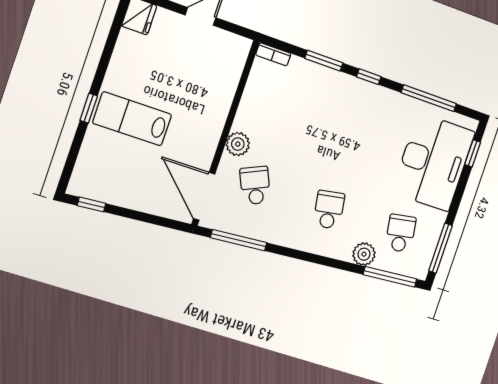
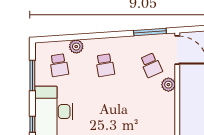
window: (440, 248) -> (32, 75), moved
window: (390, 277) -> (56, 38), removed

